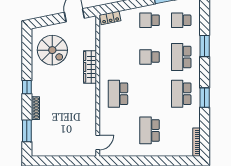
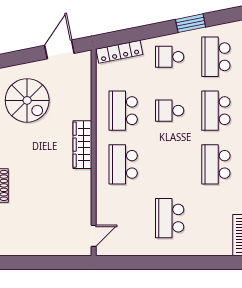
locker: (110, 18) -> (119, 52), width x1.53
school desk: (181, 20) -> (216, 57), width x1.85
school desk: (118, 57) -> (123, 111), added
wardrobe: (90, 67) -> (82, 145), moved

